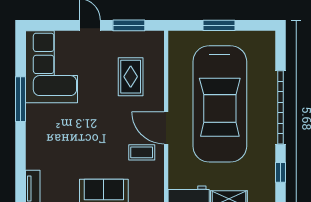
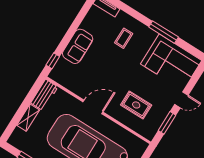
coffee table: (142, 152) -> (124, 38), moved

